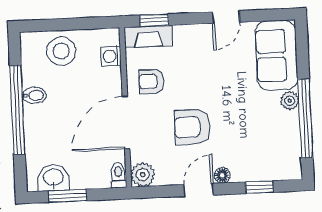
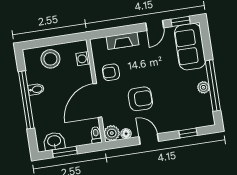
window: (154, 20) -> (181, 21), moved
fireplace: (148, 36) -> (123, 41), moved
plant: (290, 101) -> (203, 87), moved
armchair: (192, 127) -> (140, 99), turned 180
floor lamp: (222, 175) -> (126, 134), moved
door: (199, 190) -> (149, 139), hinge flipped

